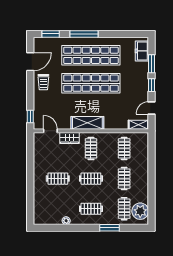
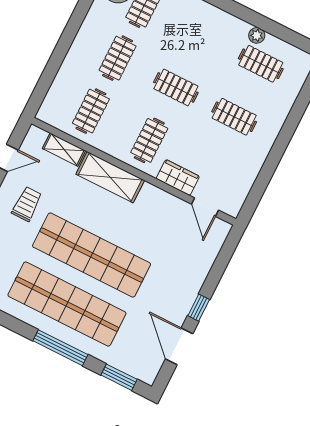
door: (30, 62) -> (179, 346), hinge flipped
trolley: (43, 82) -> (27, 204), moved
window: (30, 117) -> (199, 308), moved
shelving: (87, 123) -> (110, 177), moved
shelving: (138, 125) -> (64, 150), moved
clothes rail: (91, 209) -> (261, 64), moved

